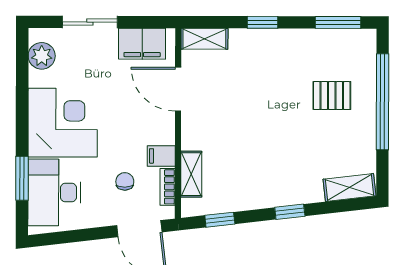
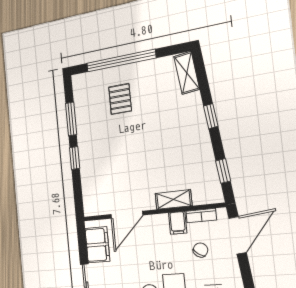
window: (338, 22) -> (71, 119), moved
shelving: (204, 39) -> (90, 199), removed
shelving: (191, 174) -> (174, 200), moved
chair: (125, 181) -> (200, 250), turned 126

